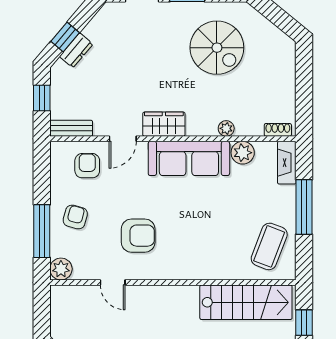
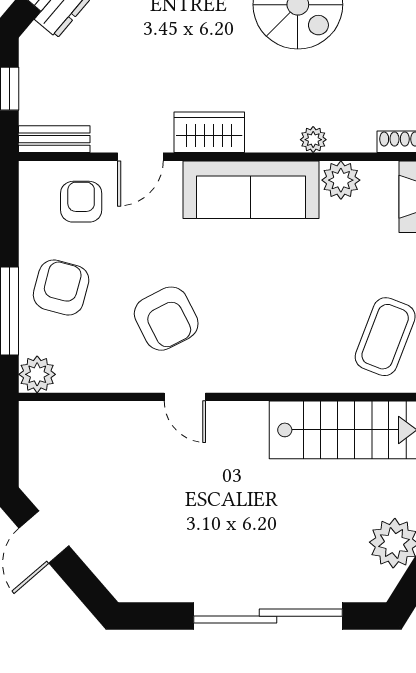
armchair: (75, 217) -> (61, 287), width x1.38, depth x1.38
armchair: (138, 236) -> (166, 319), turned 63
door: (113, 282) -> (185, 397), moved

